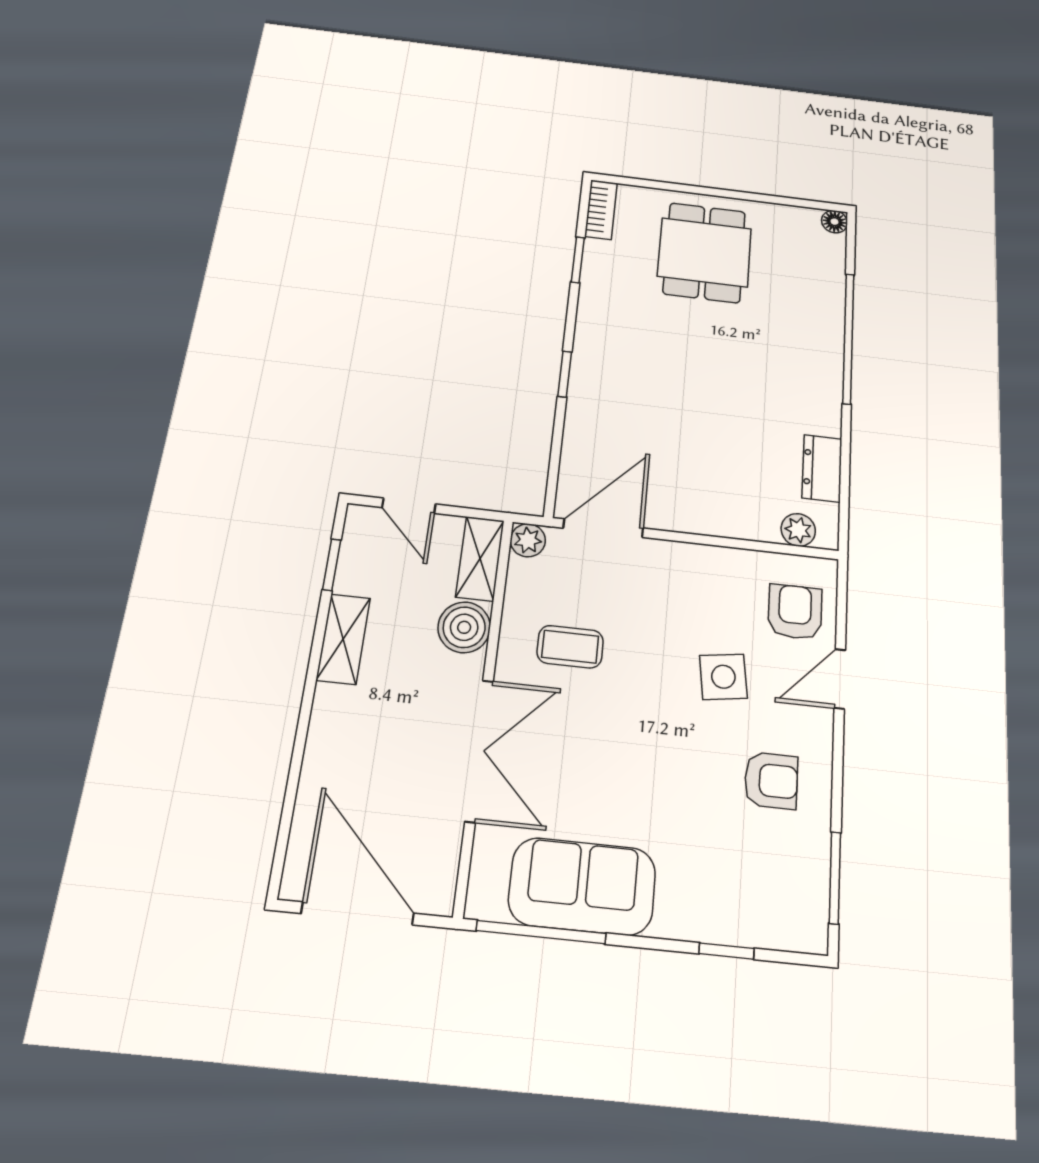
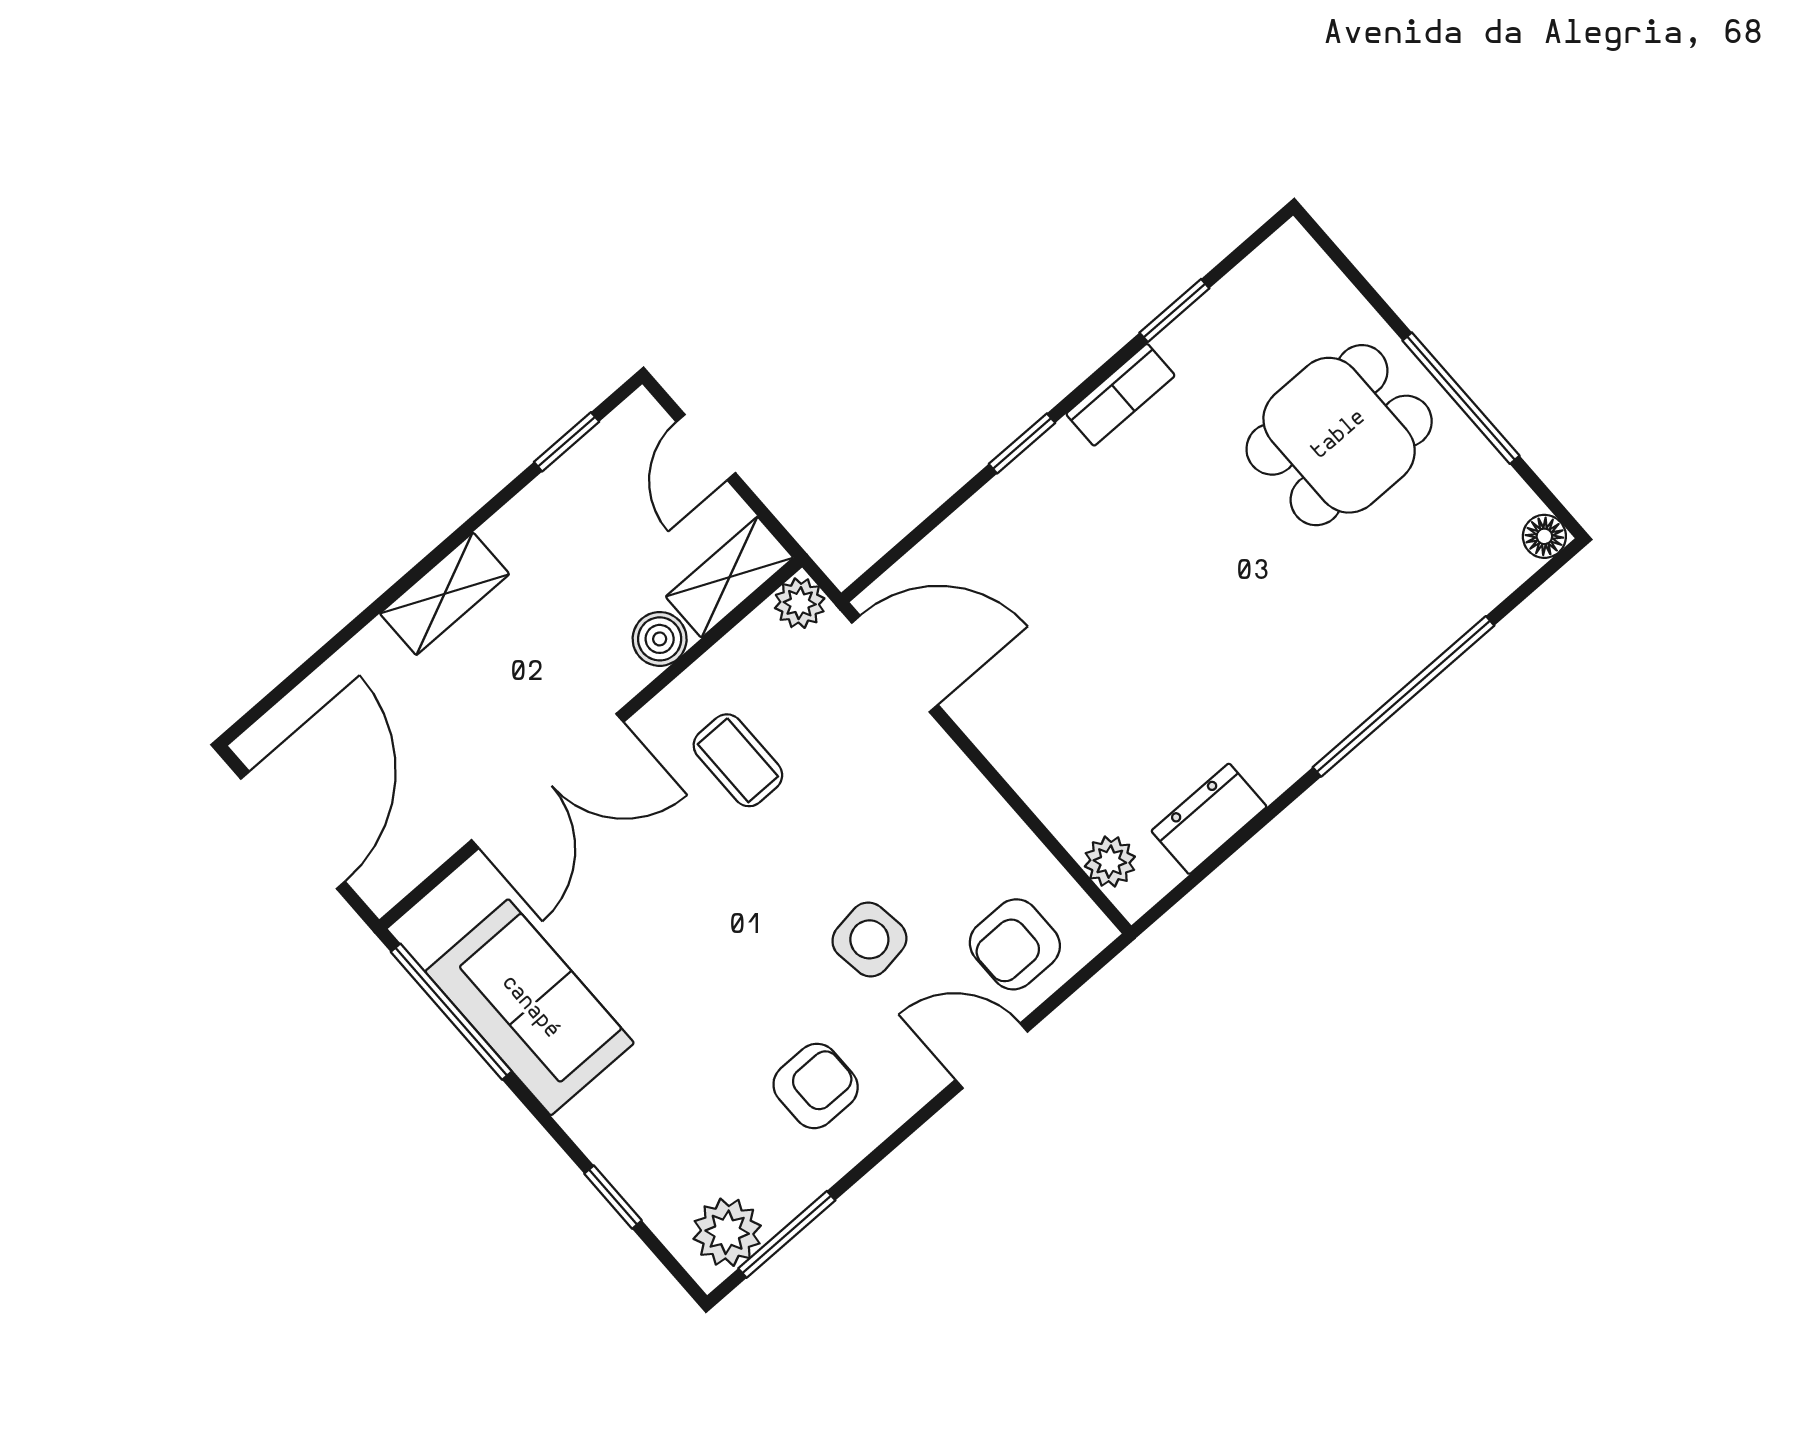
window: (740, 195) -> (1461, 398), added
bookcase: (601, 210) -> (1120, 395), moved
armchair: (795, 612) -> (1015, 944), turned 180
boiler: (464, 627) -> (660, 639), width x0.73, depth x0.73
shelving: (343, 639) -> (445, 594), moved
armchair: (771, 780) -> (816, 1086), turned -90
plant: (804, 909) -> (727, 1232), added

